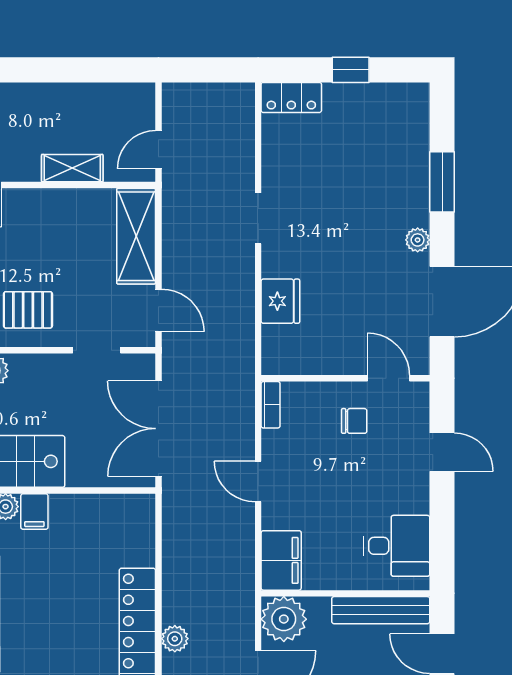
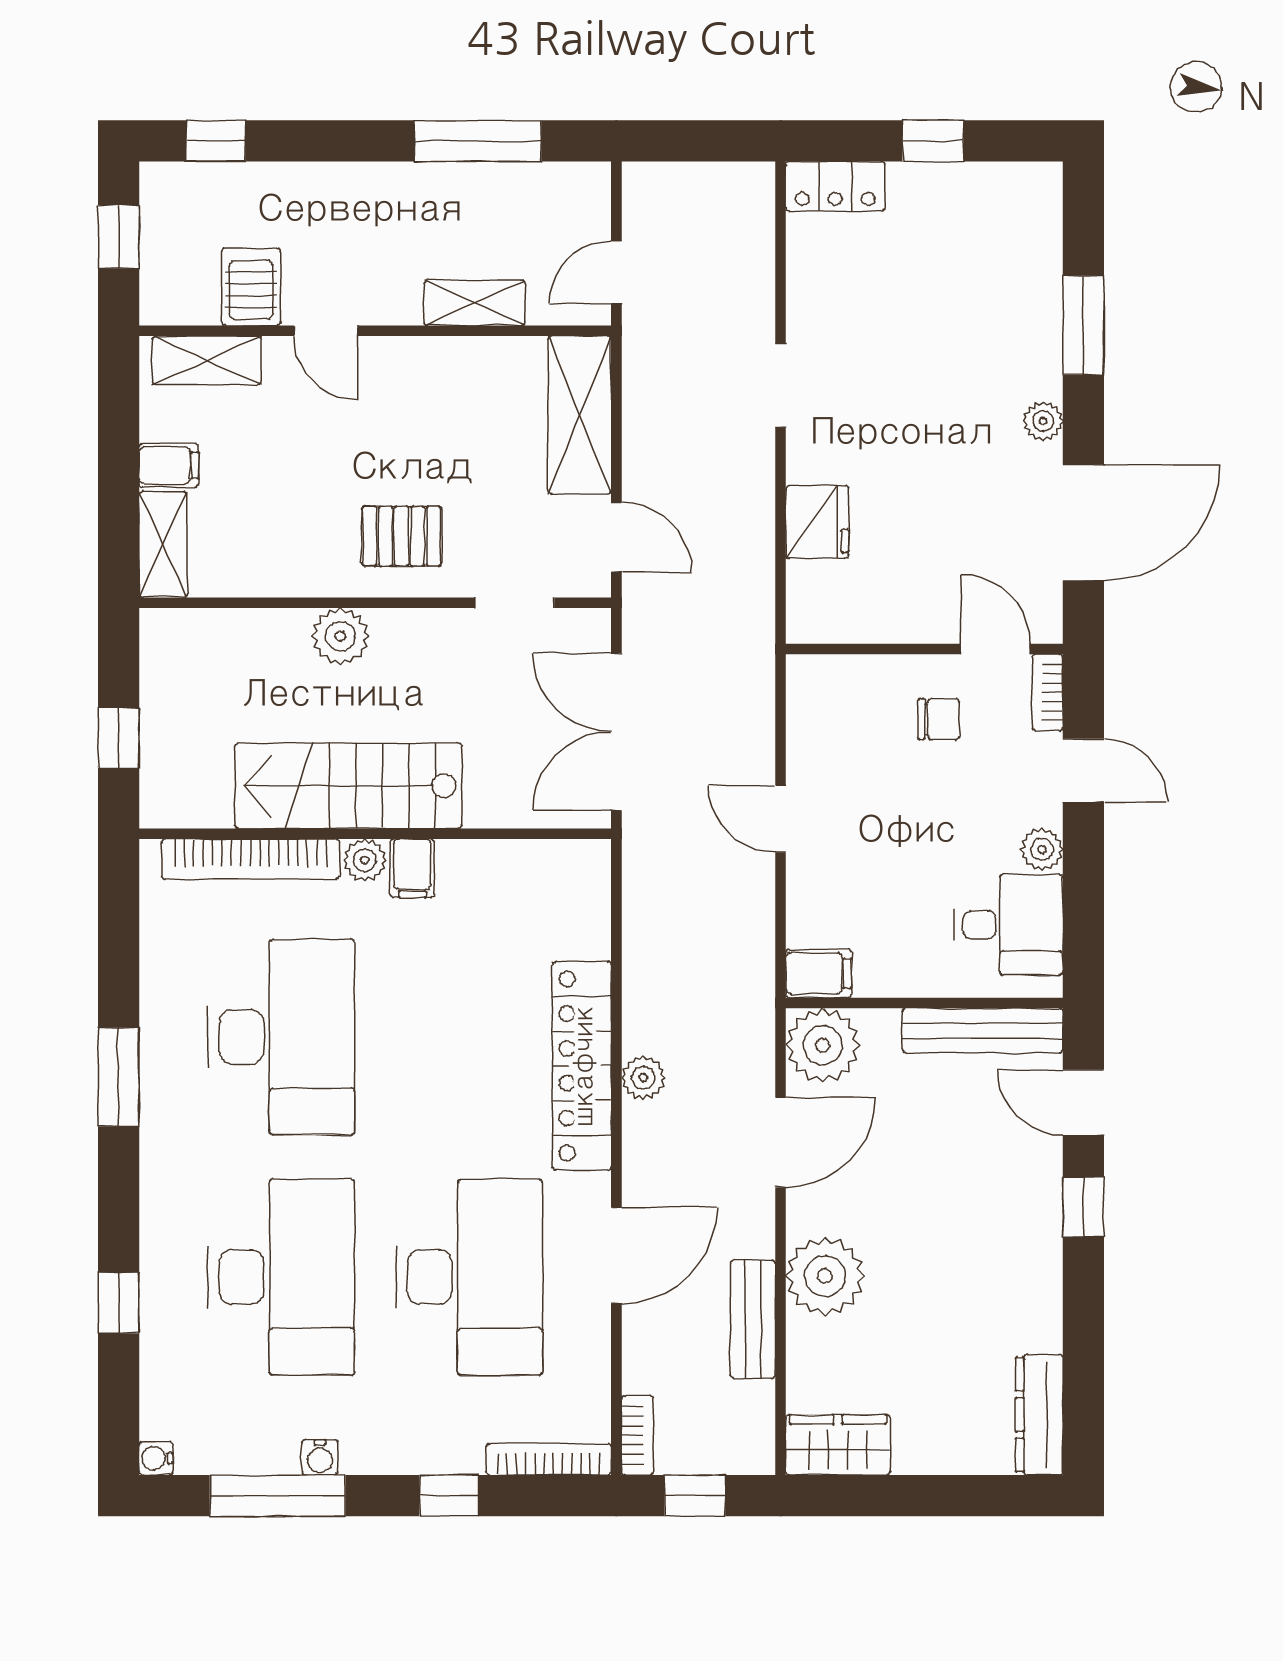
window: (74, 70) -> (478, 141), added
bookcase: (271, 405) -> (1047, 692), moved, turned 180
plant: (417, 500) -> (1042, 849), added
filing cabinet: (281, 560) -> (818, 973), width x0.50

